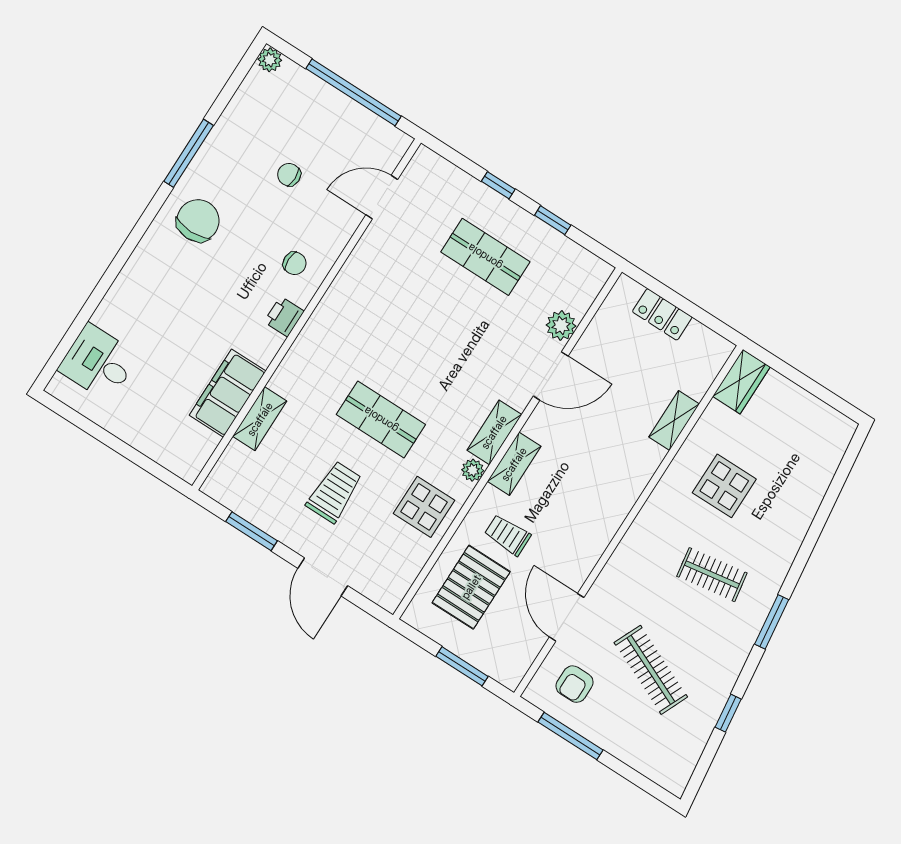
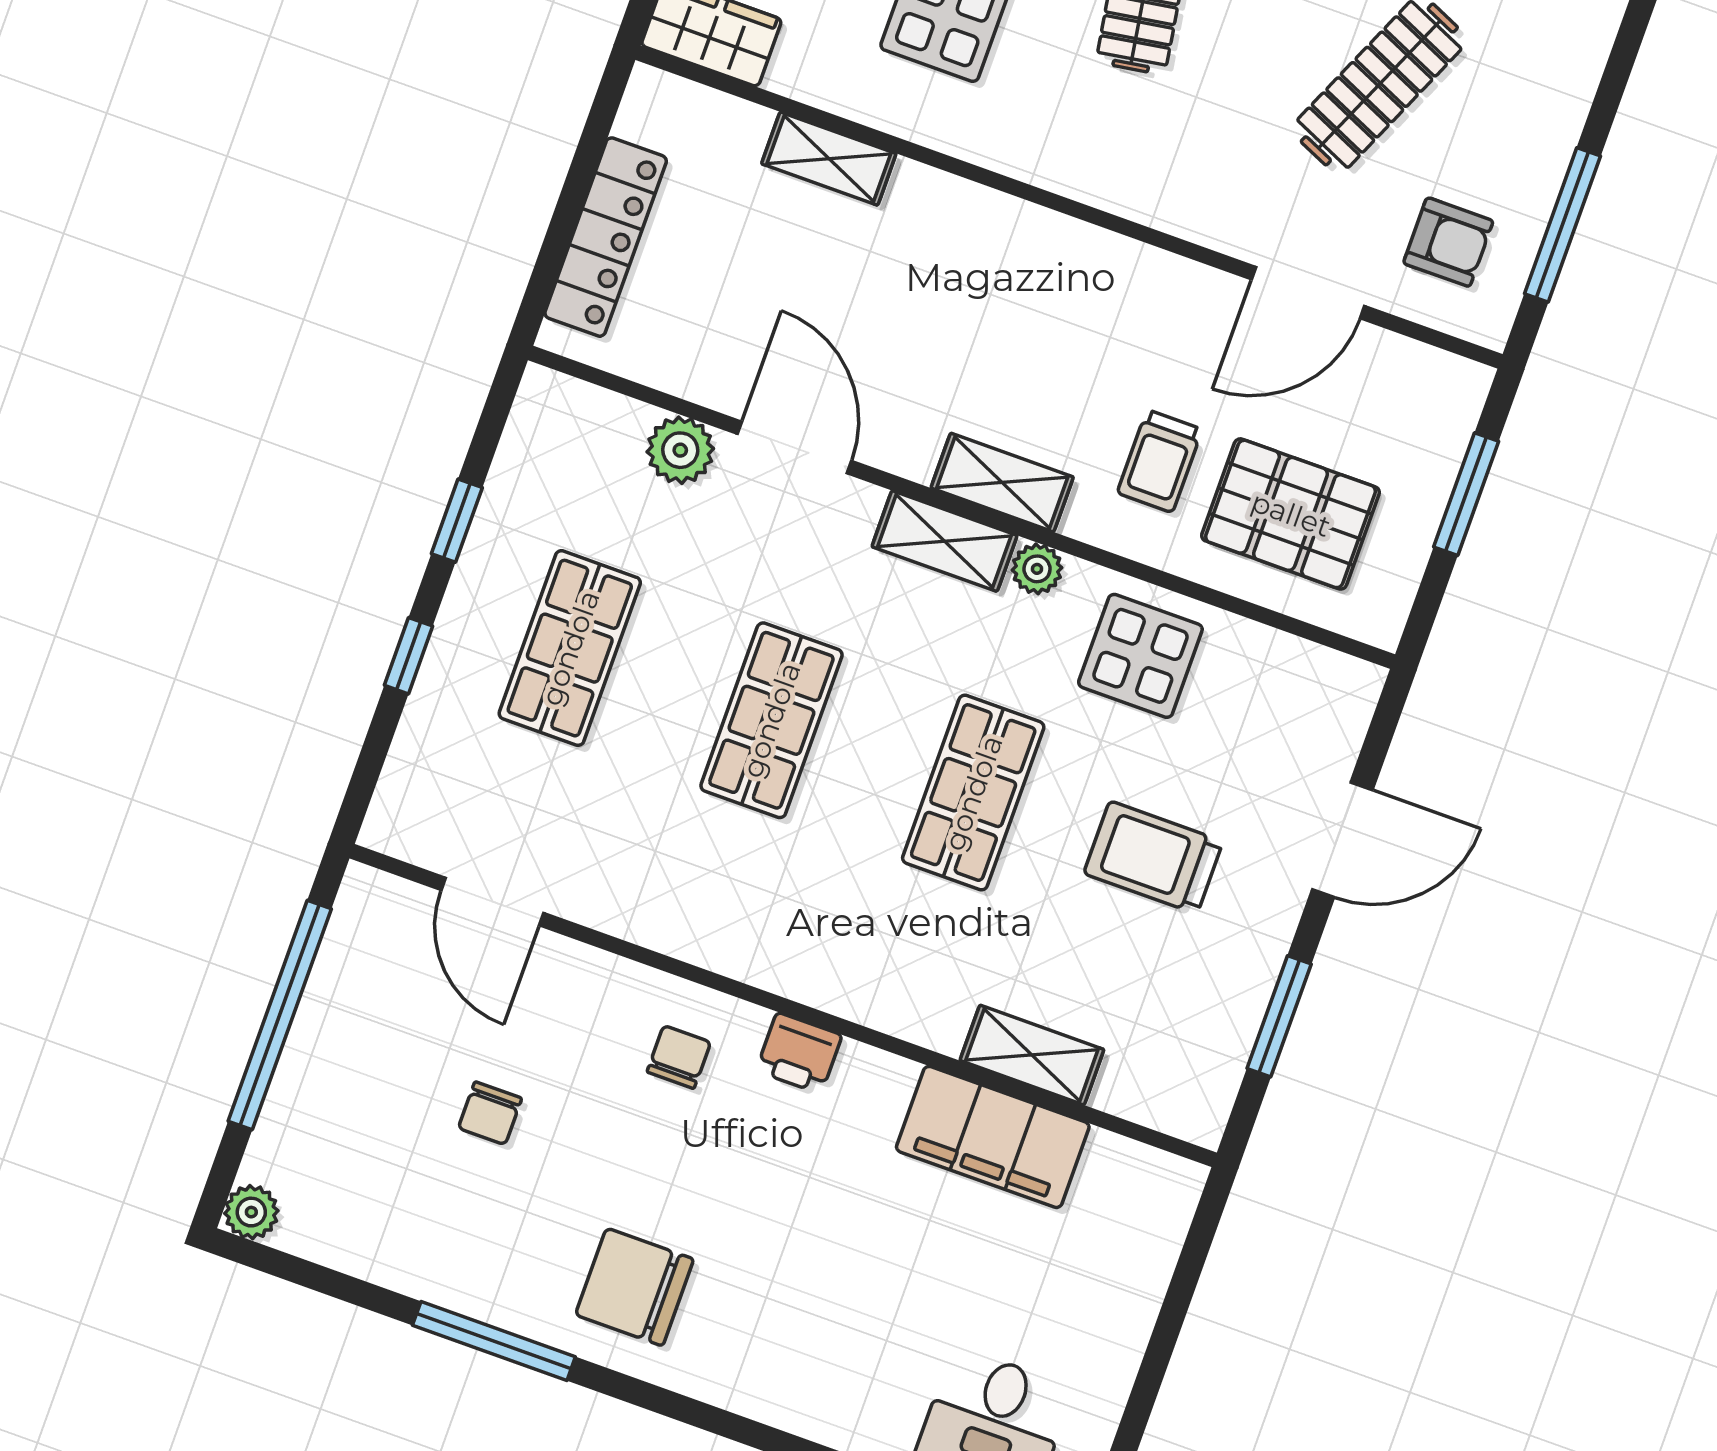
locker: (662, 314) -> (606, 237), width x1.53
shop shelf: (433, 338) -> (771, 720), added

